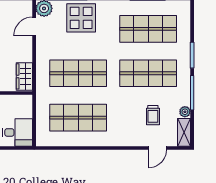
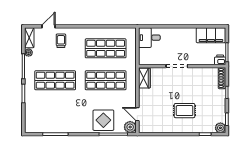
door: (34, 26) -> (137, 114), swing flipped
shop shelf: (148, 29) -> (55, 112), removed
trolley: (153, 115) -> (61, 41), moved

